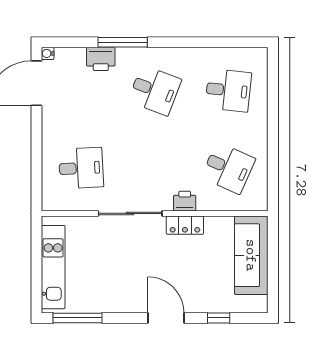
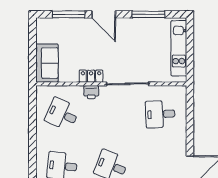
sofa: (251, 255) -> (47, 63), width x0.73
window: (78, 318) -> (148, 14), moved
window: (219, 318) -> (69, 14), width x2.17

